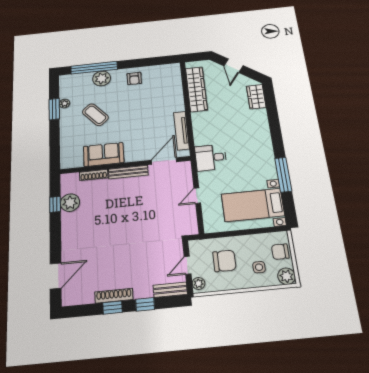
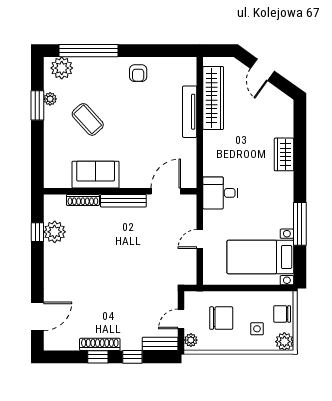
plant: (102, 78) -> (62, 68), moved
wardrobe: (256, 97) -> (284, 154), moved
tv unit: (181, 131) -> (190, 112), moved

